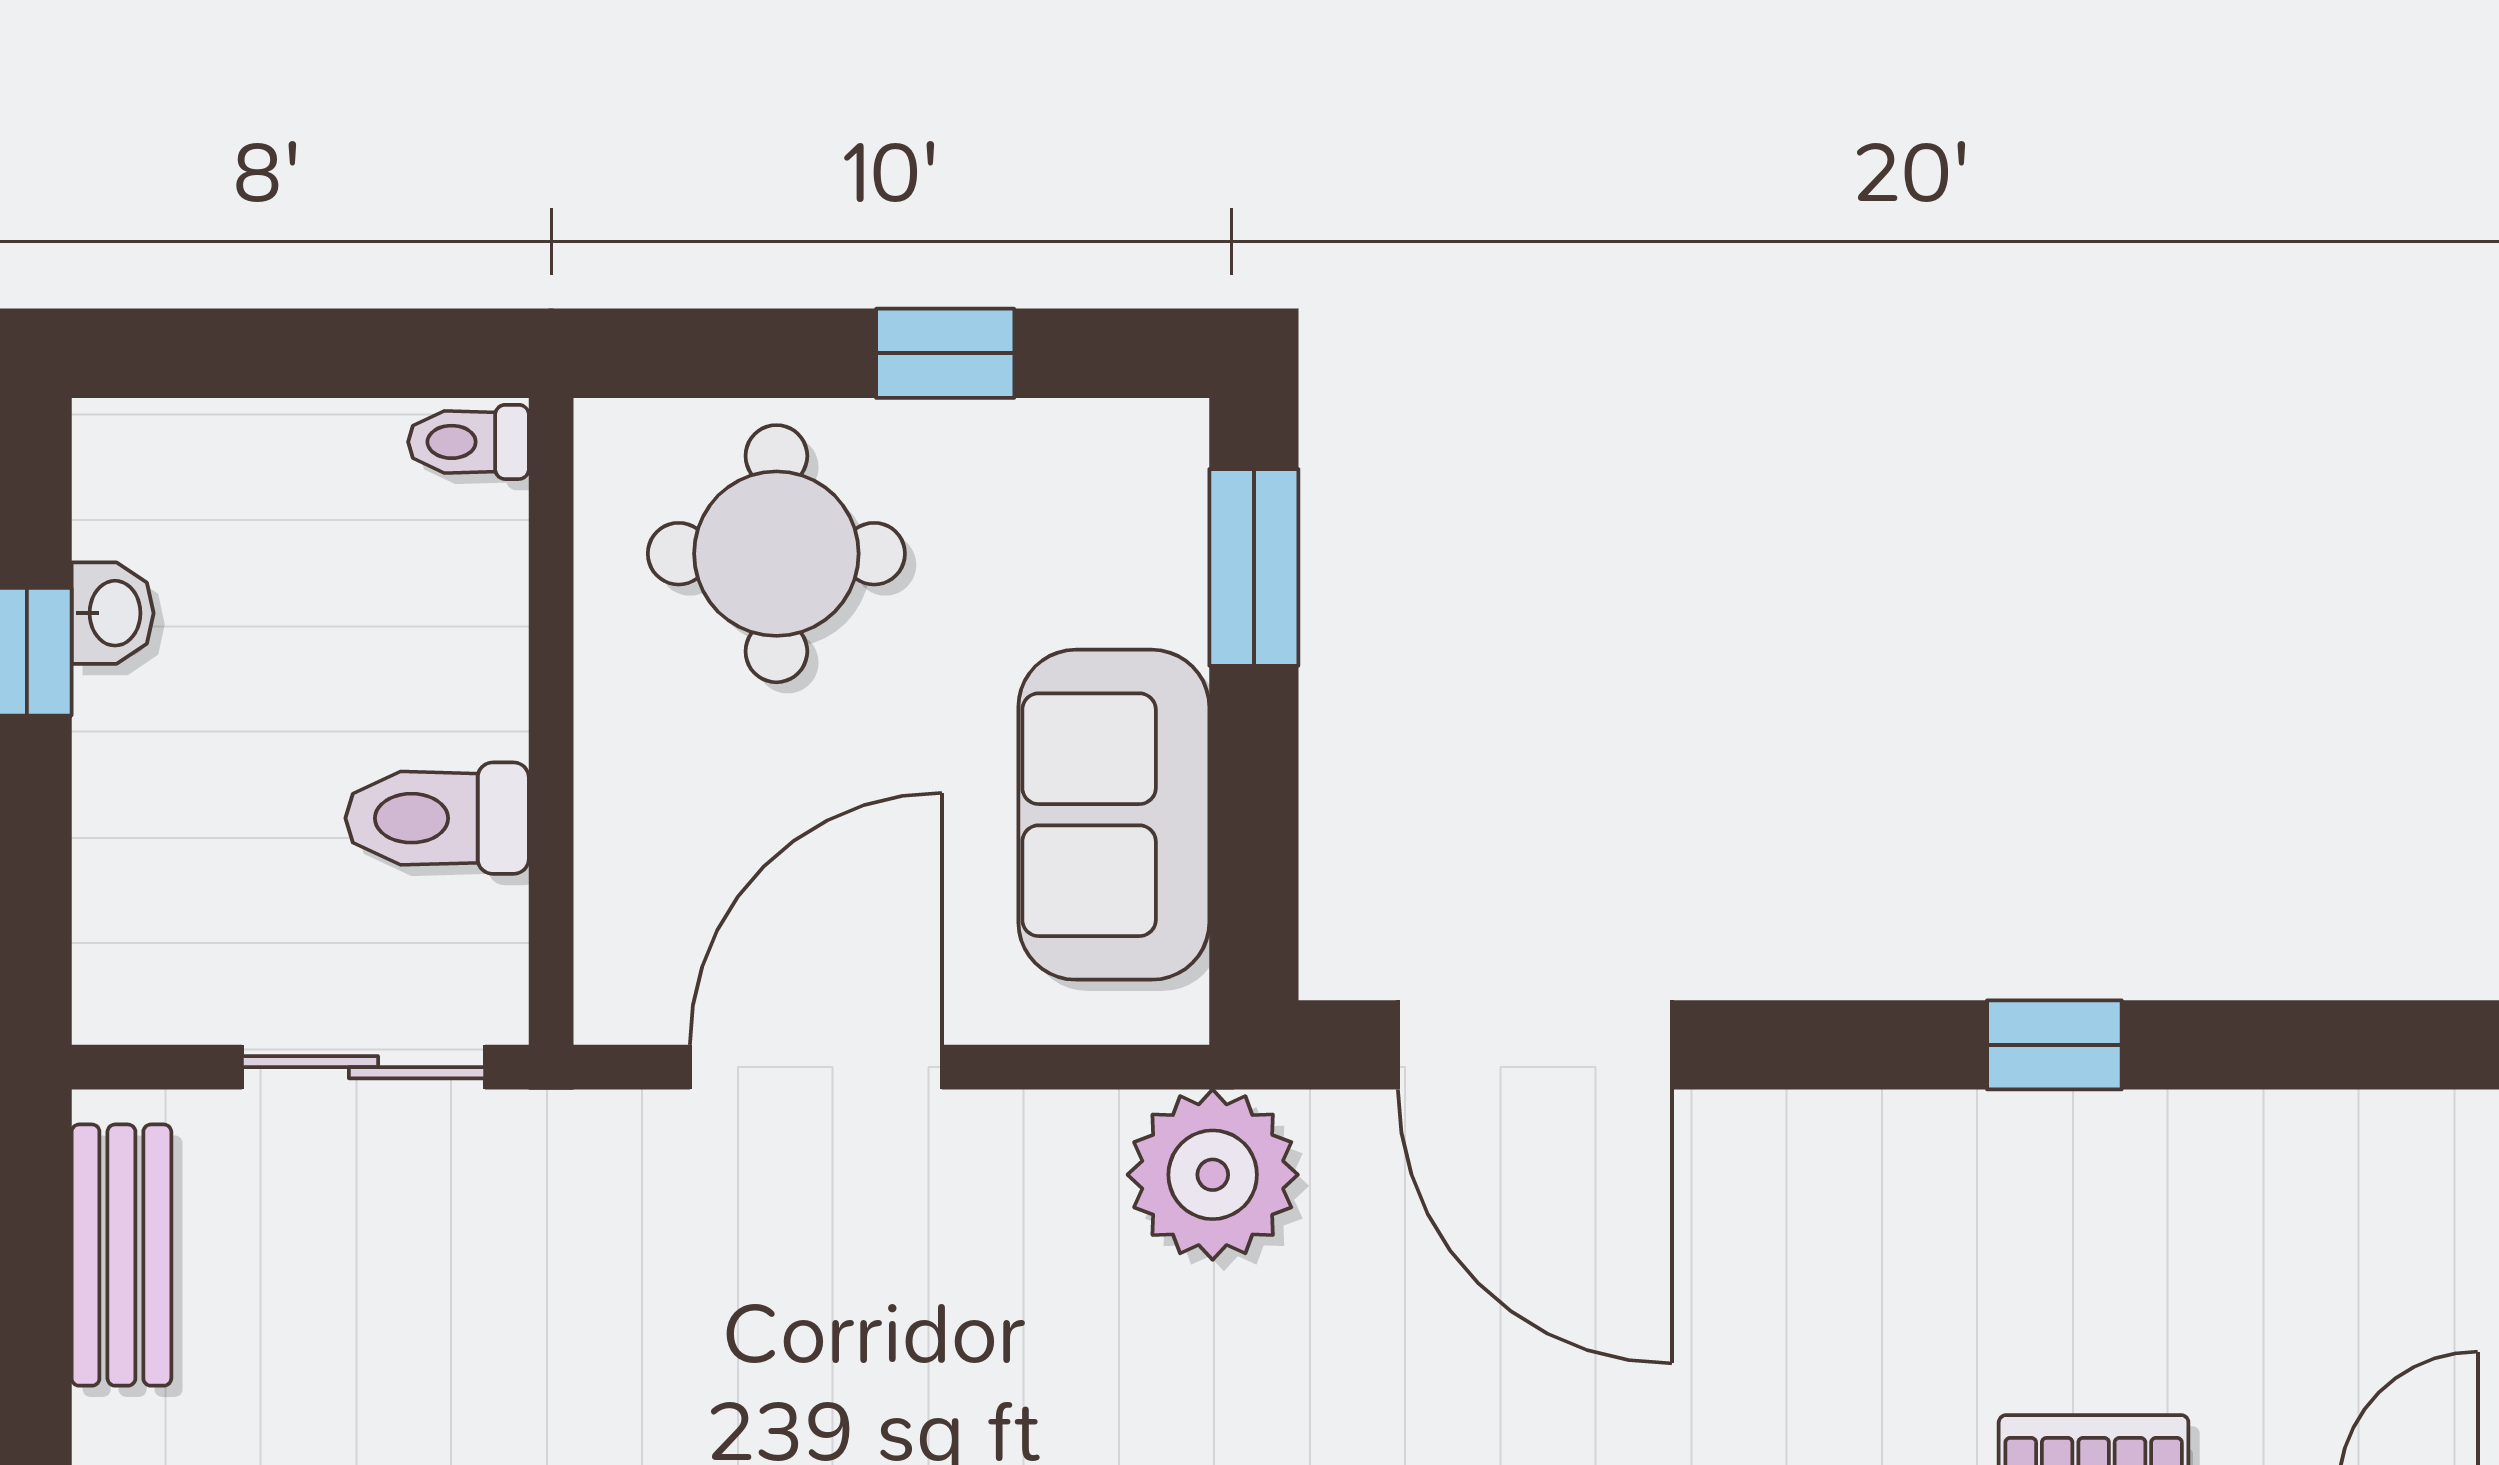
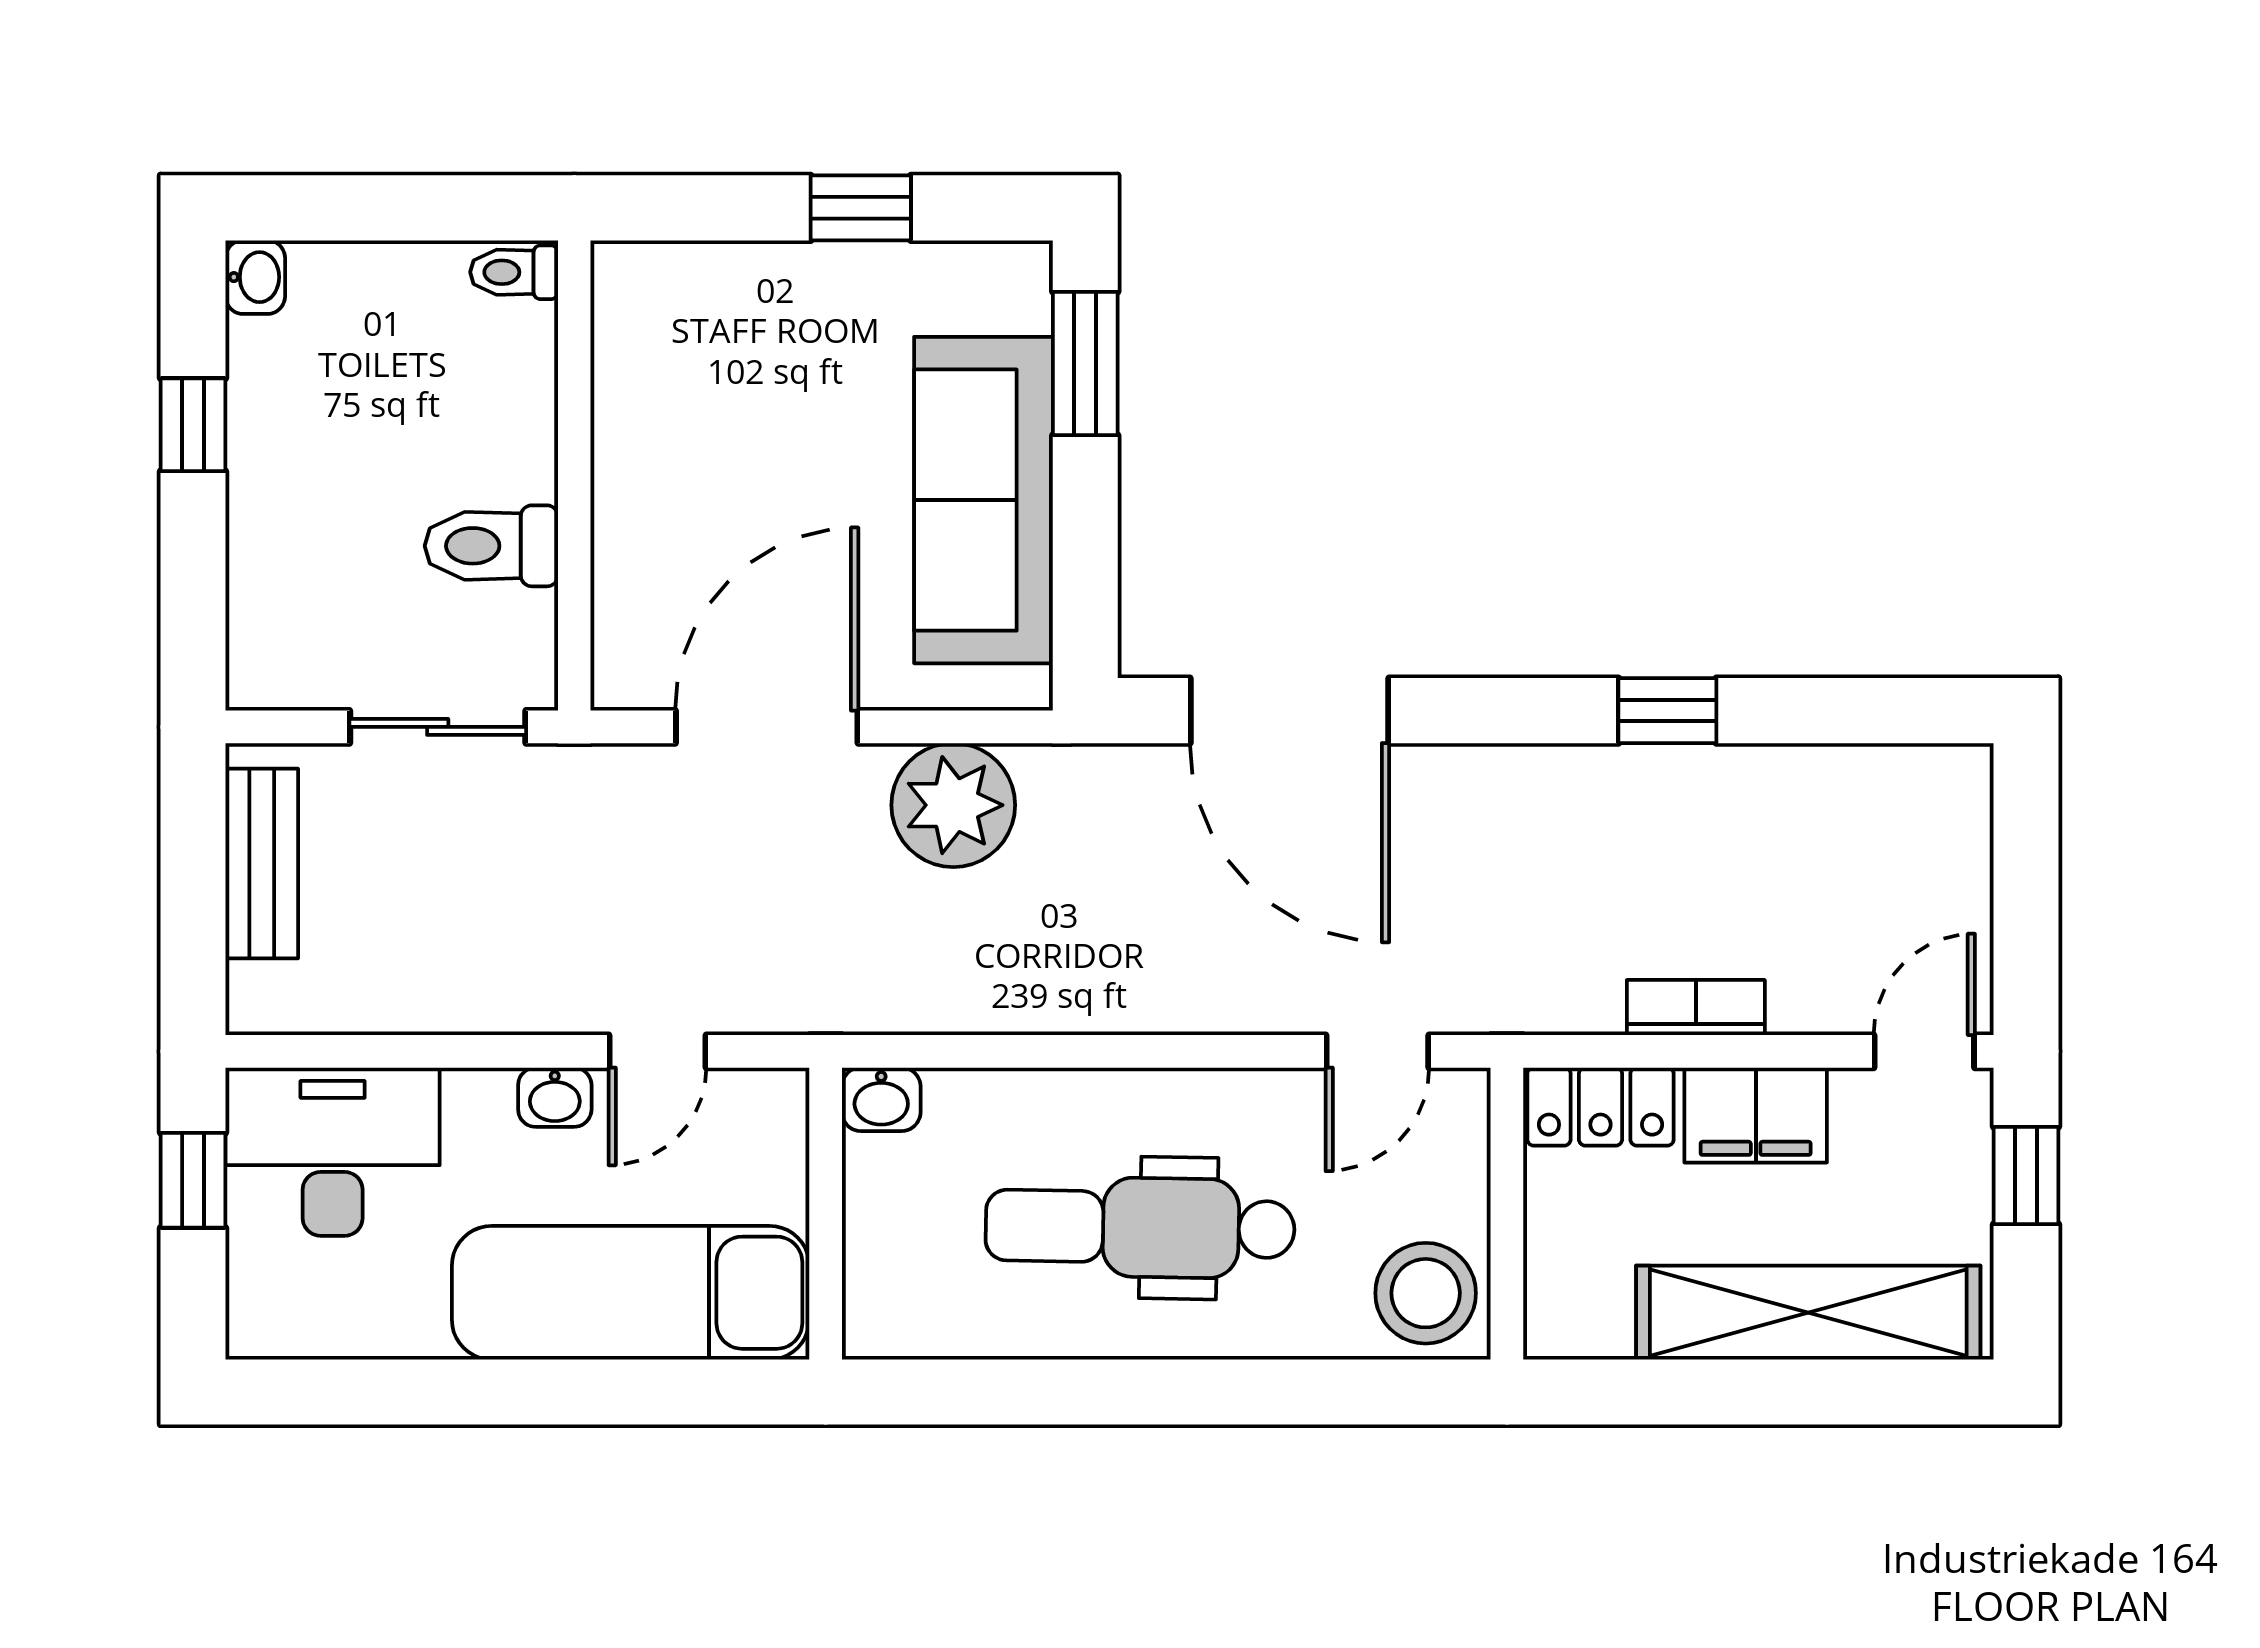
round table: (776, 554) -> (738, 353), removed
washbasin: (113, 613) -> (255, 277), moved
sofa: (1114, 815) -> (983, 500), width x1.36
plant: (1213, 1175) -> (953, 805), moved

